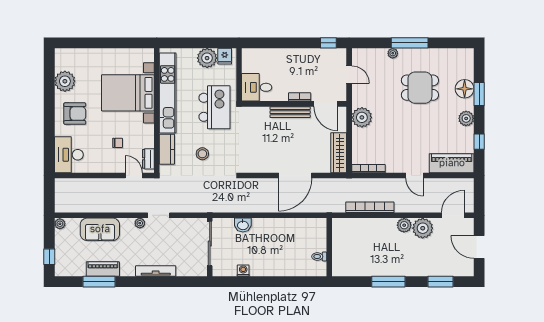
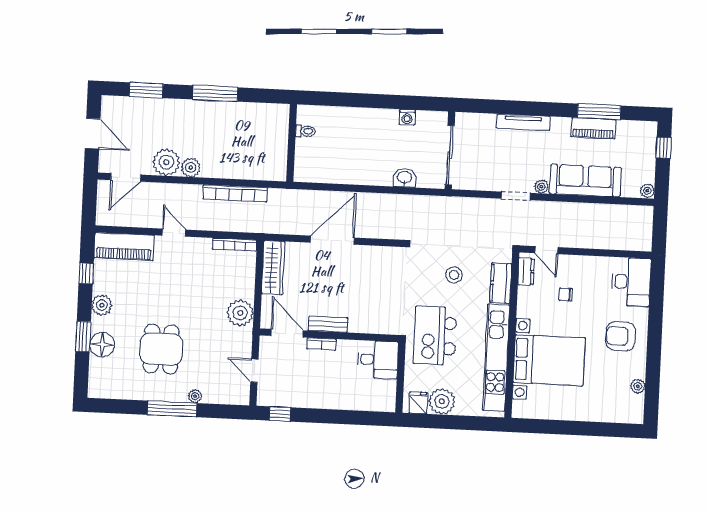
plant: (65, 81) -> (638, 386), width x0.53, depth x0.53
dining table: (420, 88) -> (161, 349), turned 90
bench: (290, 112) -> (328, 324), width x0.73
sofa: (100, 229) -> (585, 181), width x1.36

